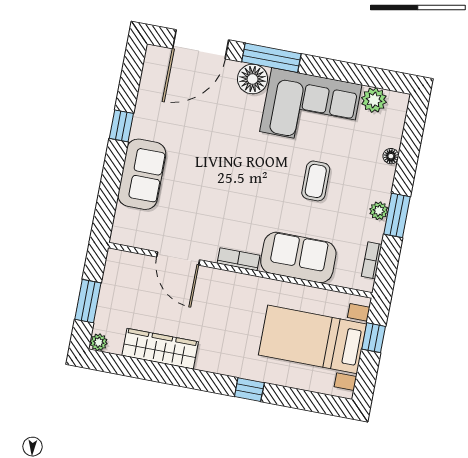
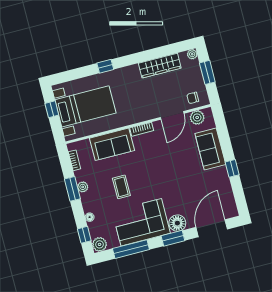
window: (271, 58) -> (173, 238), width x0.69
window: (348, 72) -> (131, 249), added
plant: (374, 100) -> (100, 244), moved
window: (413, 132) -> (84, 235), added
plant: (139, 236) -> (197, 117), added
door: (178, 258) -> (172, 115), swing flipped
chair: (131, 271) -> (193, 98), added
window: (374, 338) -> (52, 109), moved

